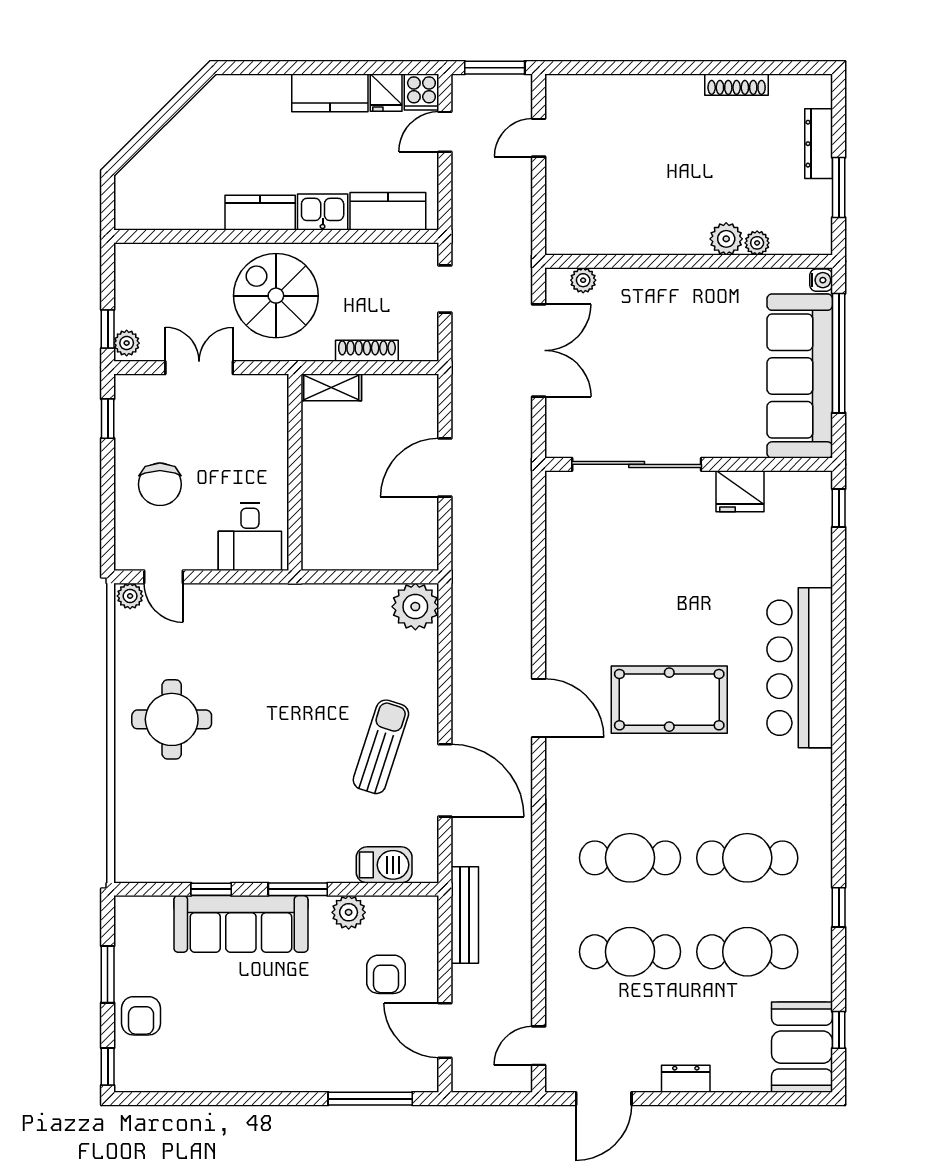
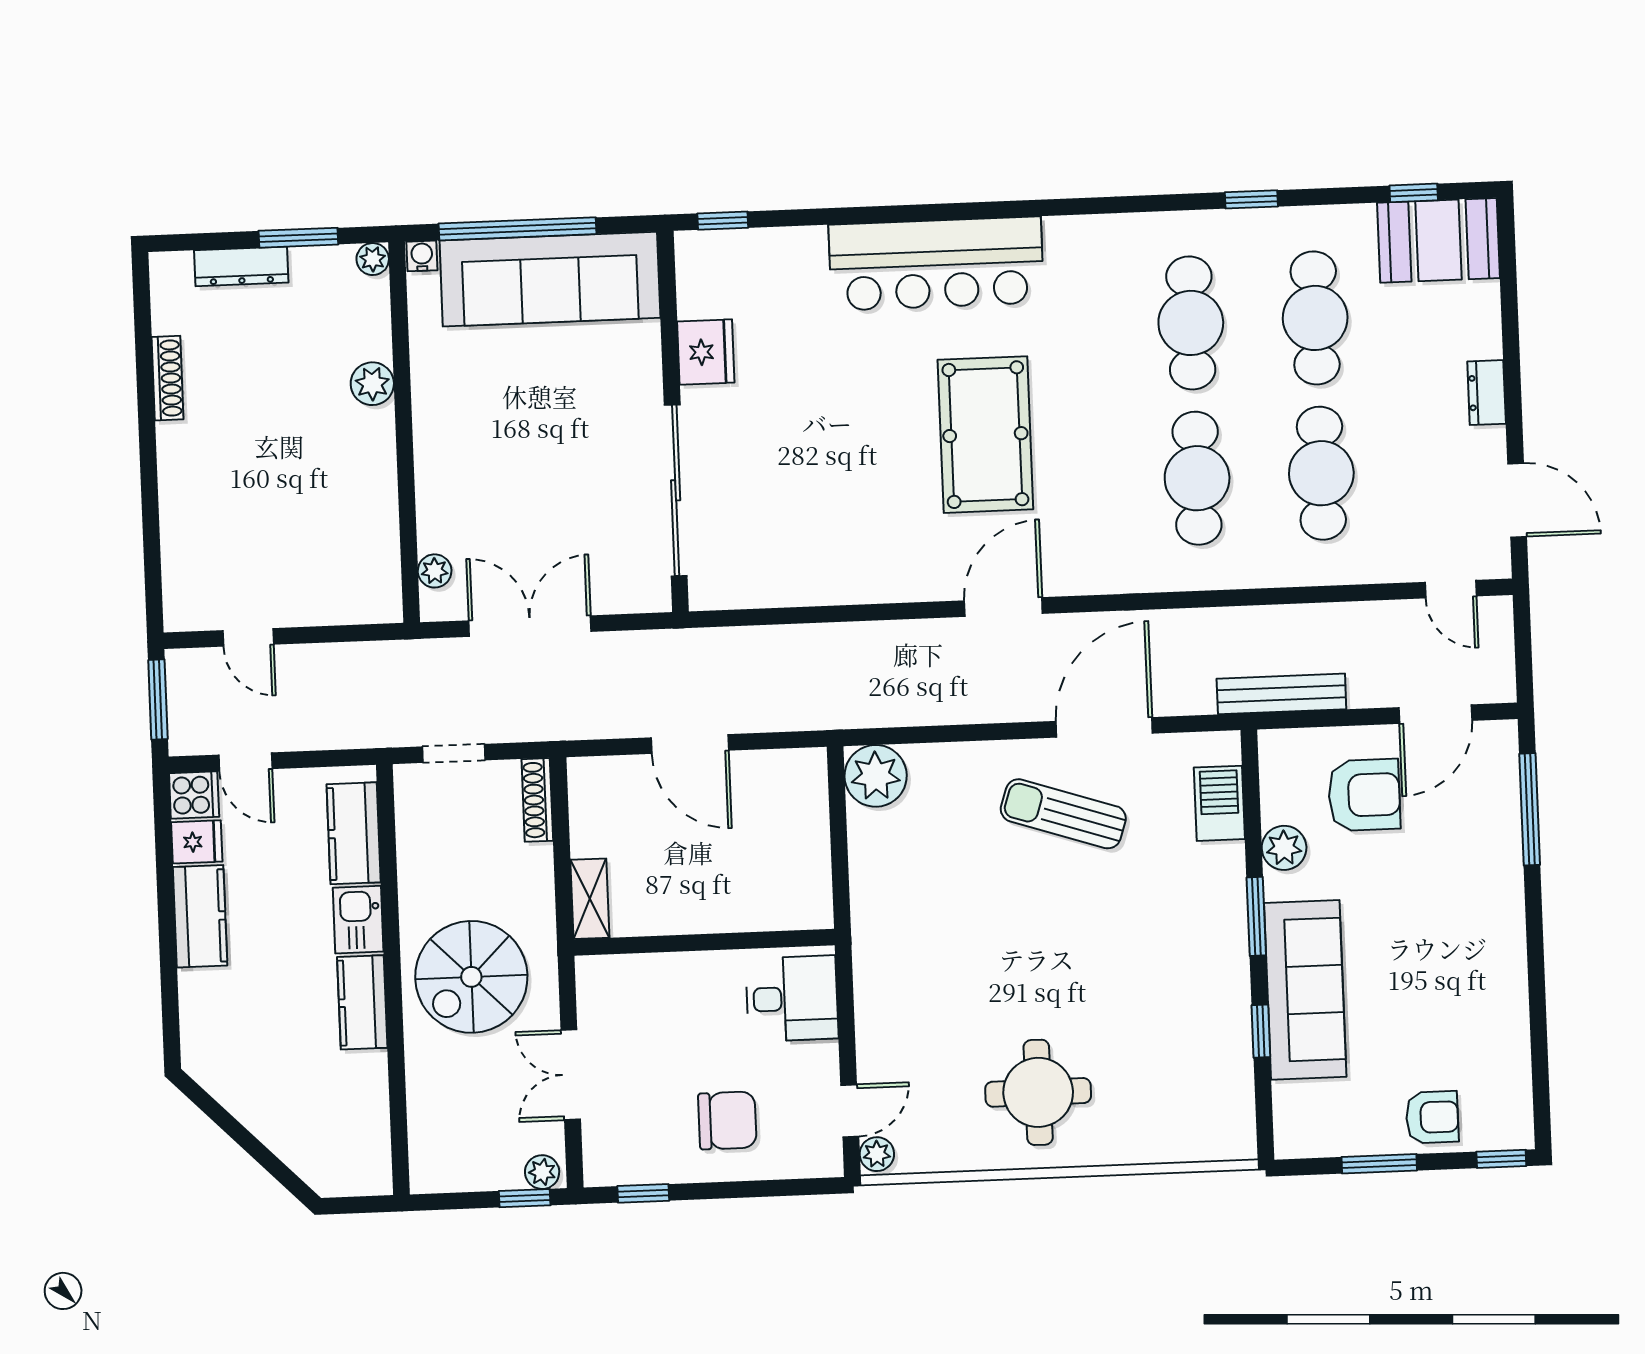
plant: (757, 243) -> (373, 259), moved
shoe rack: (367, 351) -> (537, 800), moved
armchair: (386, 974) -> (1364, 795), width x1.38, depth x1.38

